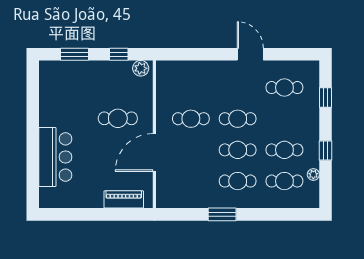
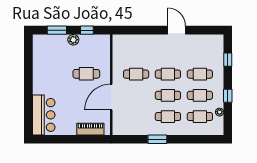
plant: (141, 68) -> (73, 40), moved
cafe table: (284, 88) -> (200, 74), moved
bar counter: (55, 157) -> (44, 115), moved

